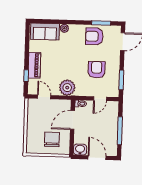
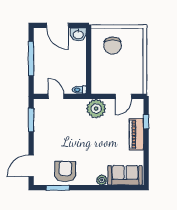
armchair: (94, 36) -> (65, 171), turned -90
armchair: (97, 70) -> (61, 131), removed
door: (44, 97) -> (124, 96), hinge flipped
door: (100, 99) -> (56, 96), hinge flipped
door: (72, 120) -> (89, 70), removed

